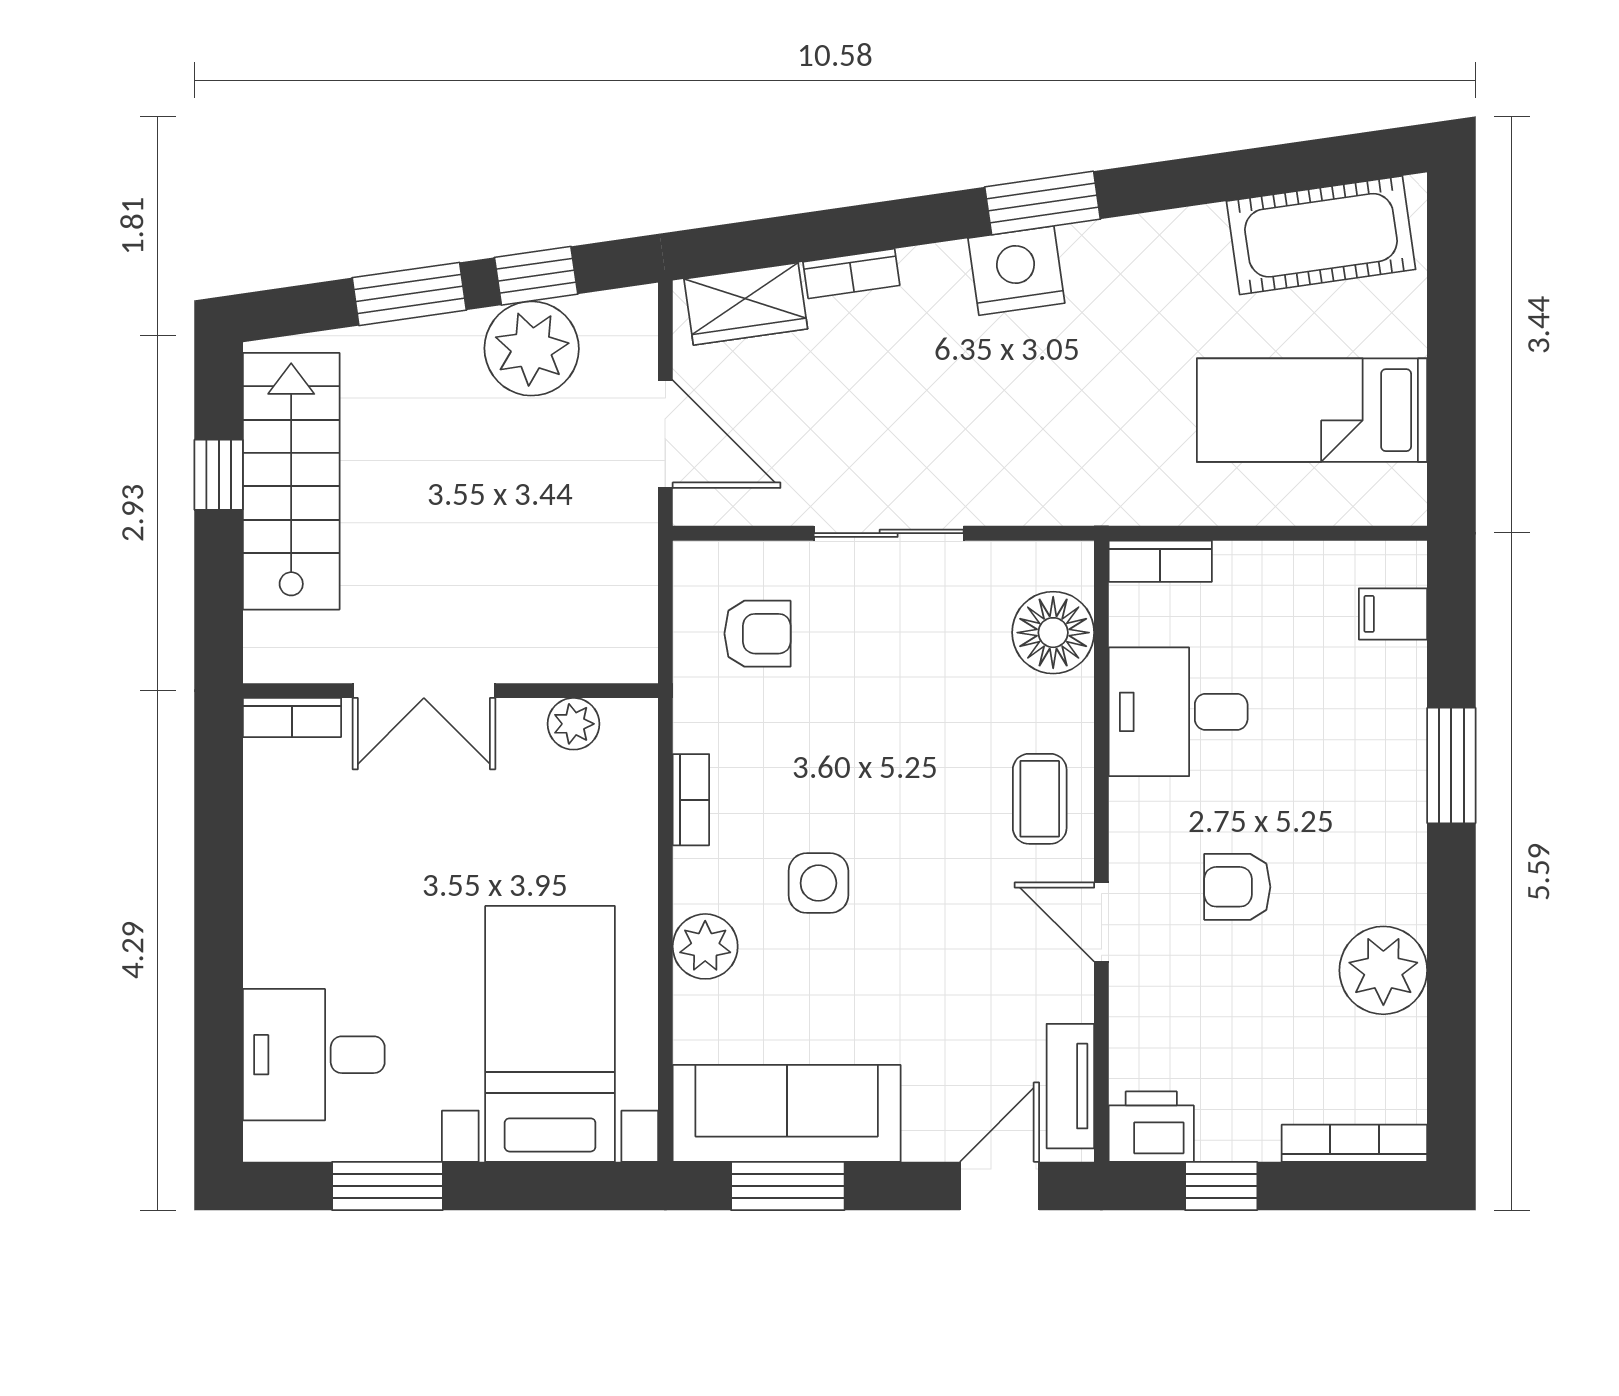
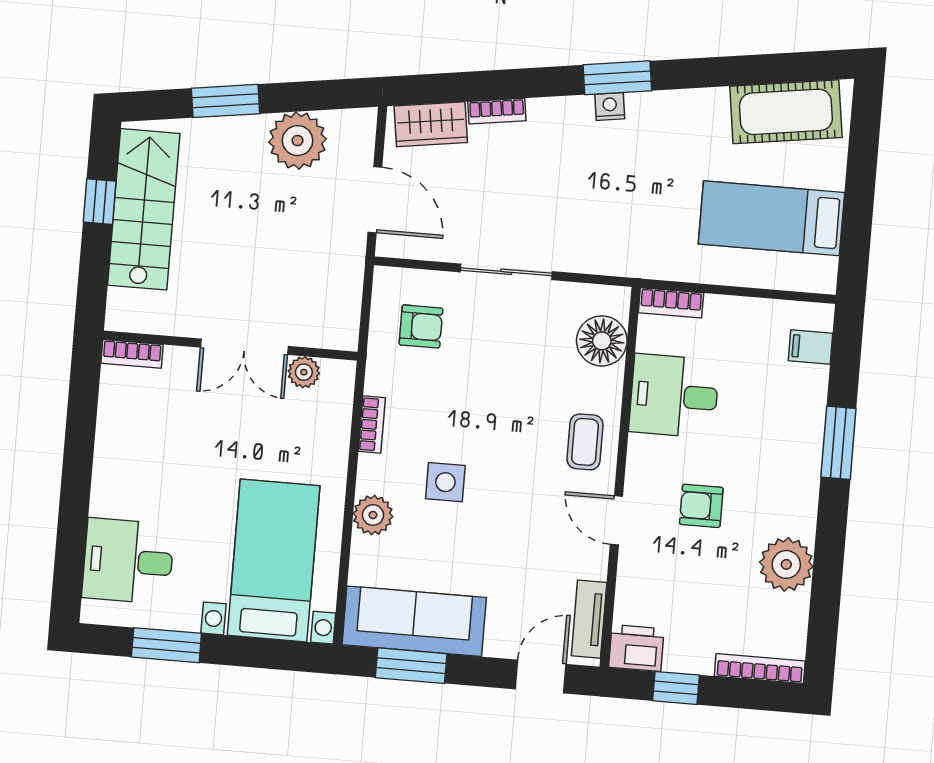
nightstand: (1016, 271) -> (610, 106), width x0.53, depth x0.56
window: (536, 276) -> (304, 96), removed
double door: (424, 691) -> (244, 347), moved

